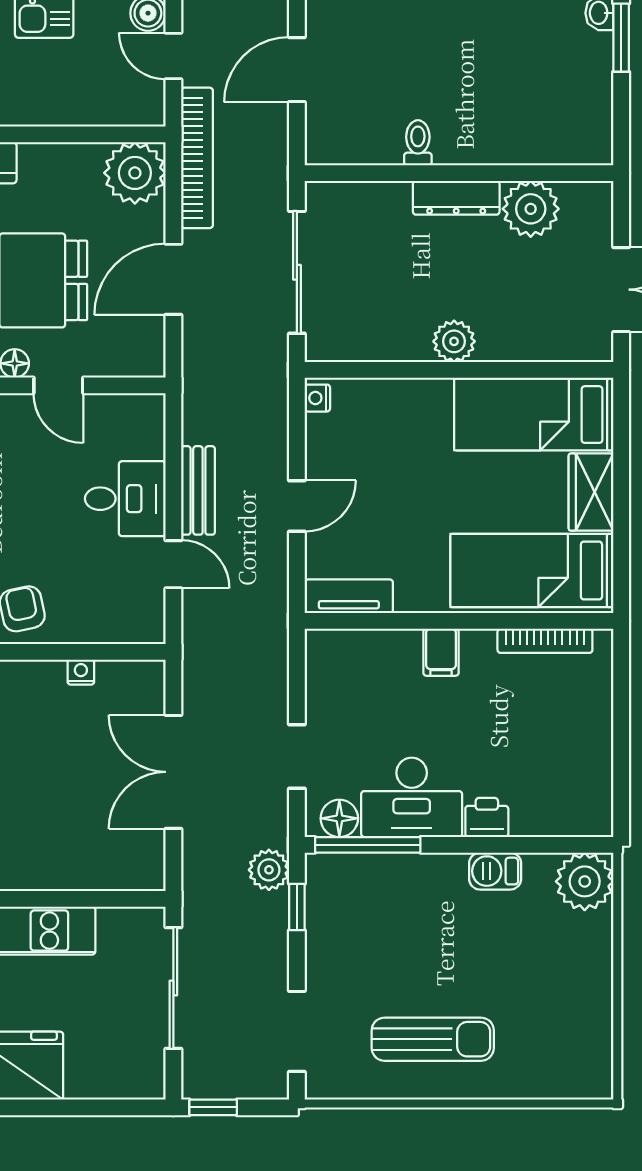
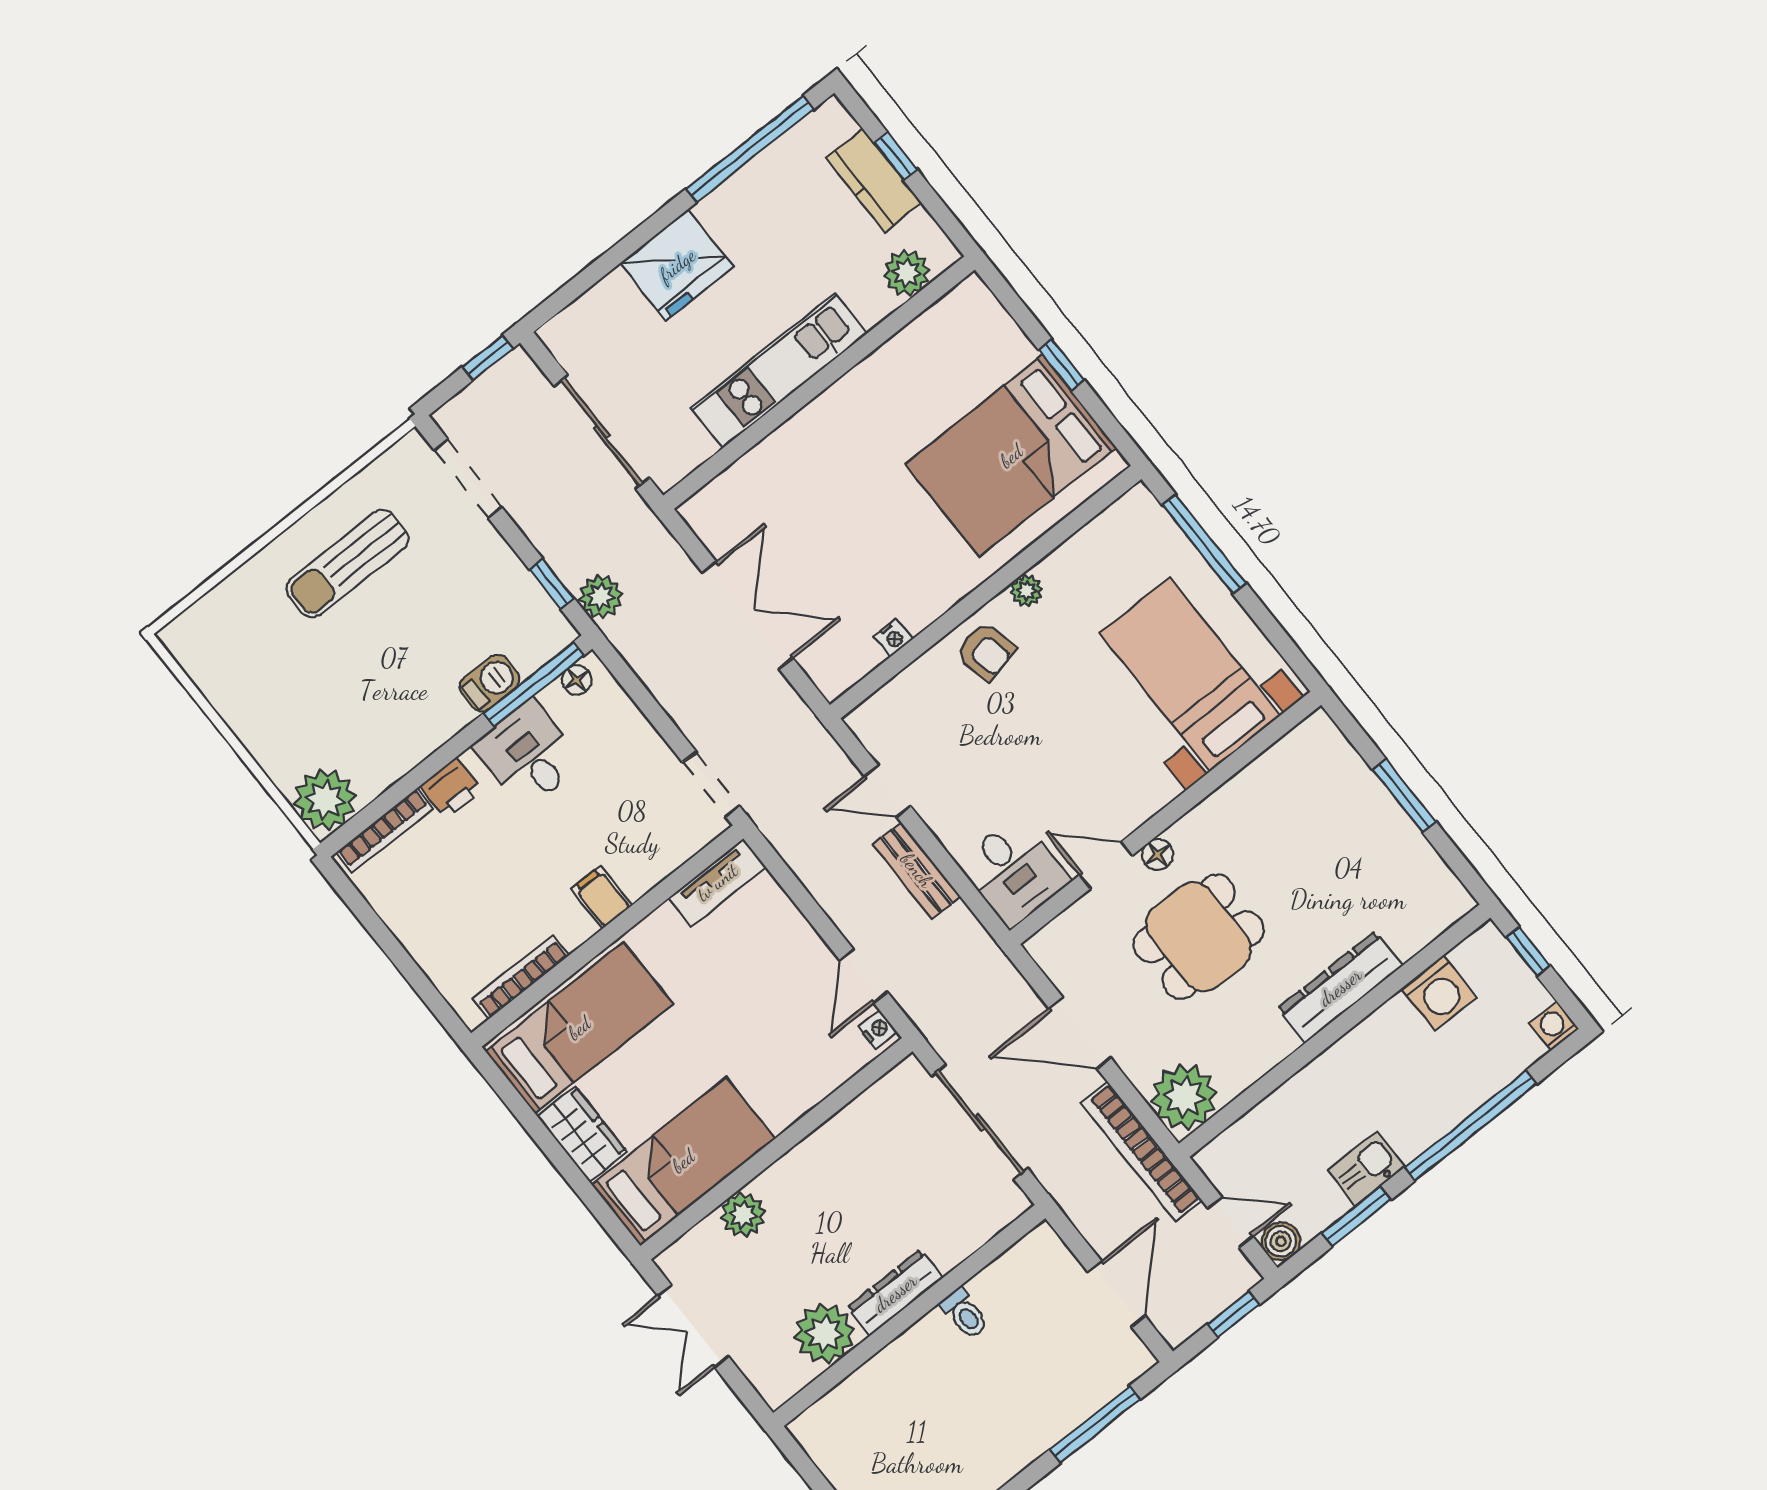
door: (173, 279) -> (1080, 1033), swing flipped
plant: (454, 341) -> (743, 1215), moved
desk: (125, 499) -> (1014, 872), moved, turned -90
door: (297, 506) -> (864, 976), moved
doorway: (297, 756) -> (711, 784), moved
desk: (412, 797) -> (528, 754), width x0.73
floor lamp: (339, 818) -> (576, 680), width x0.73, depth x0.73
bookcase: (559, 825) -> (385, 831), added
barbecue: (495, 871) -> (490, 683), moved

